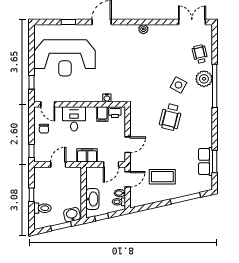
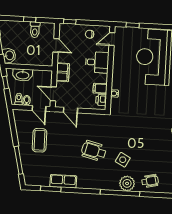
row of seats: (205, 161) -> (63, 181), moved
toilet: (42, 208) -> (35, 30), moved

